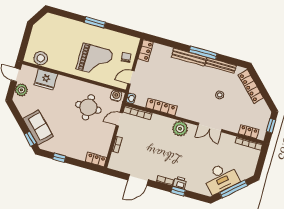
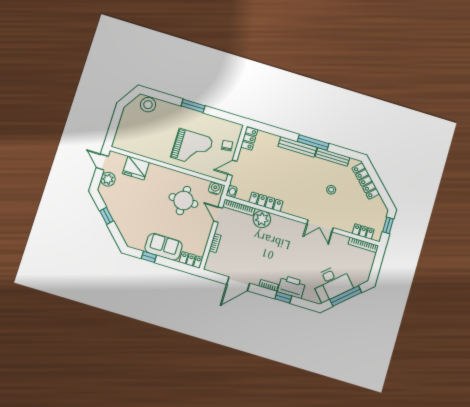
stool: (41, 58) -> (148, 105), moved
door: (119, 119) -> (218, 215), hinge flipped
sofa: (38, 128) -> (164, 247), moved, turned -45
plant: (180, 129) -> (262, 219), moved
window: (30, 139) -> (107, 216), moved
printer: (180, 183) -> (292, 287), width x1.87, depth x1.48

